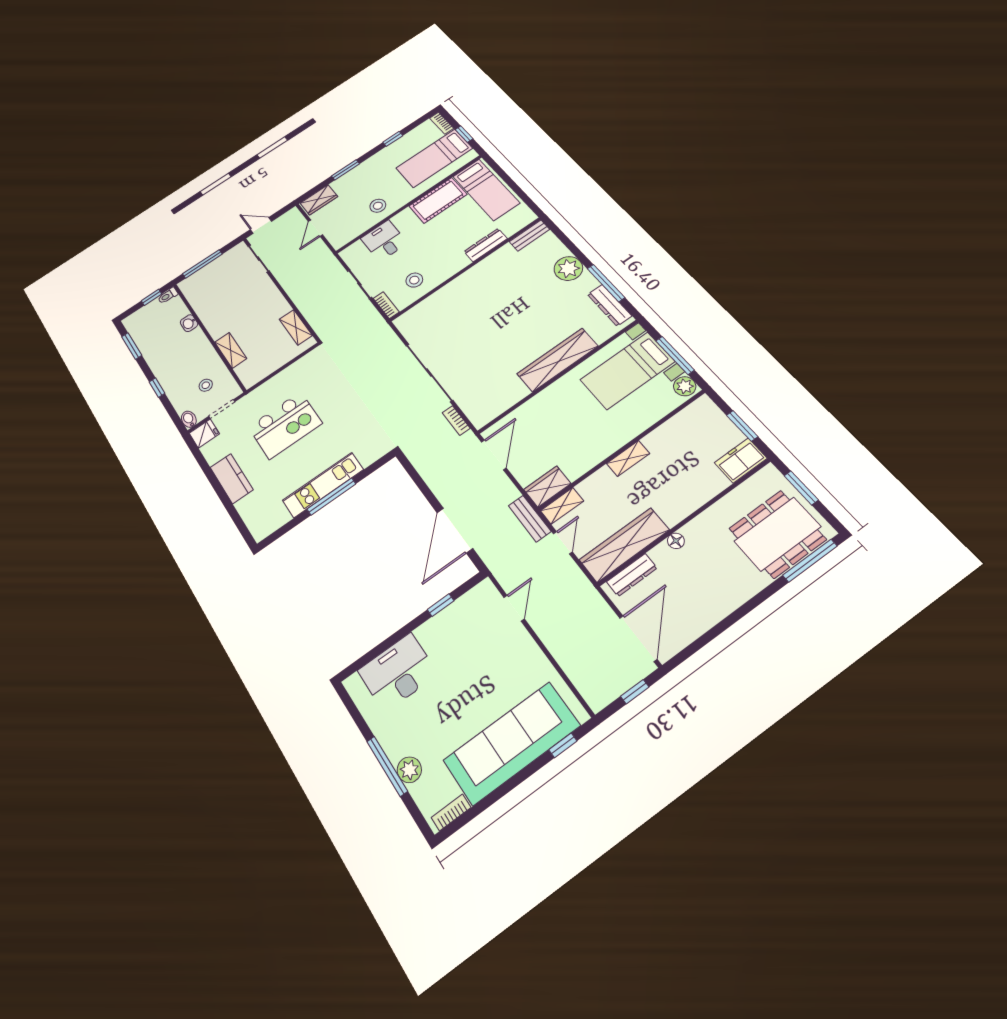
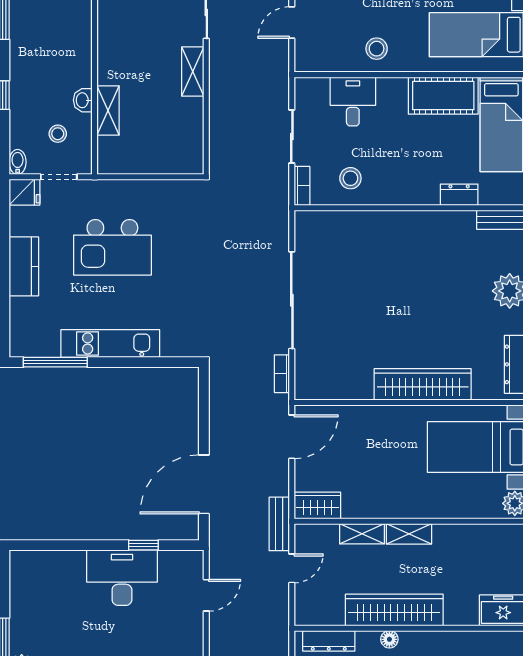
dresser: (486, 245) -> (459, 195), width x0.70
washbasin: (189, 323) -> (83, 100), moved
shelving: (296, 327) -> (193, 71), moved
window: (331, 497) -> (55, 362), moved
shelving: (562, 506) -> (362, 534), moved
wardrobe: (624, 545) -> (394, 610), moved
desk: (398, 672) -> (122, 578), moved

